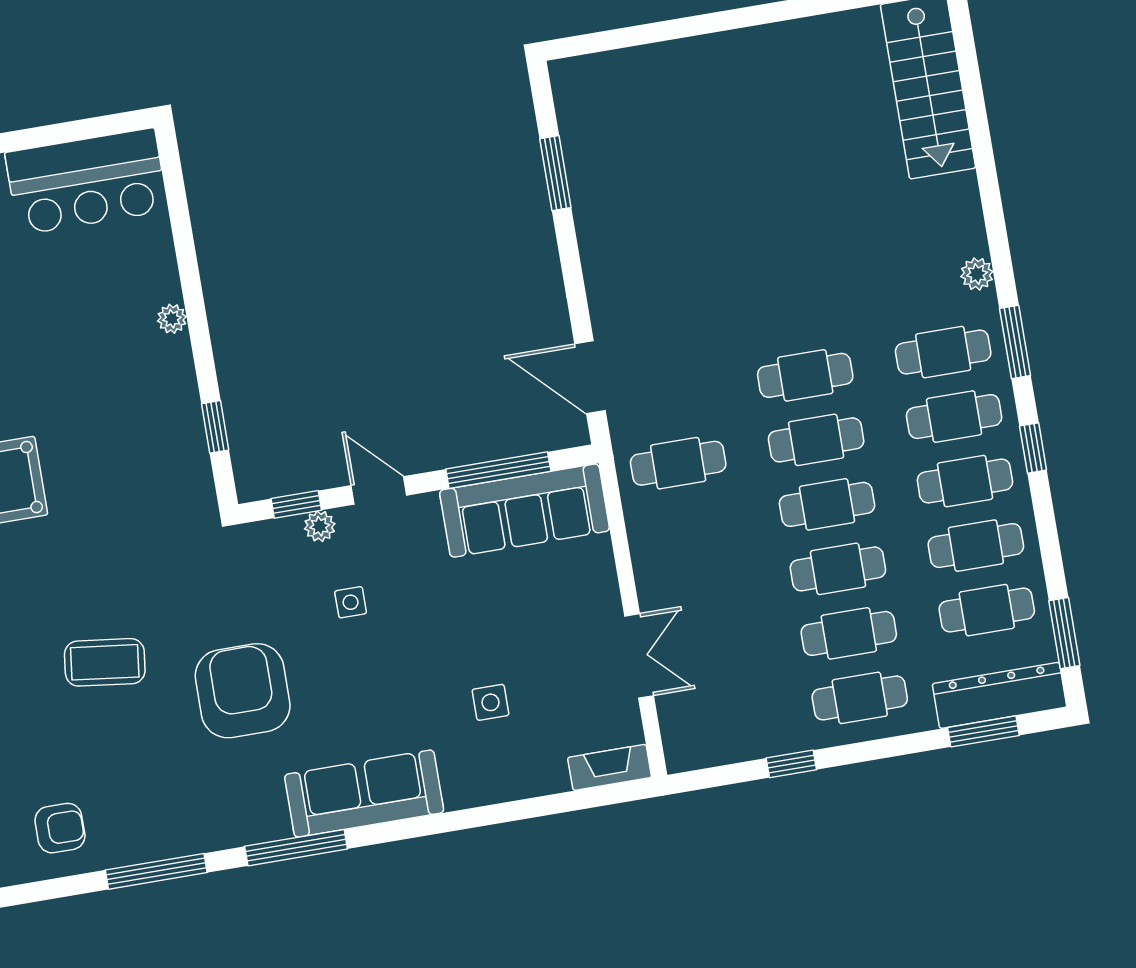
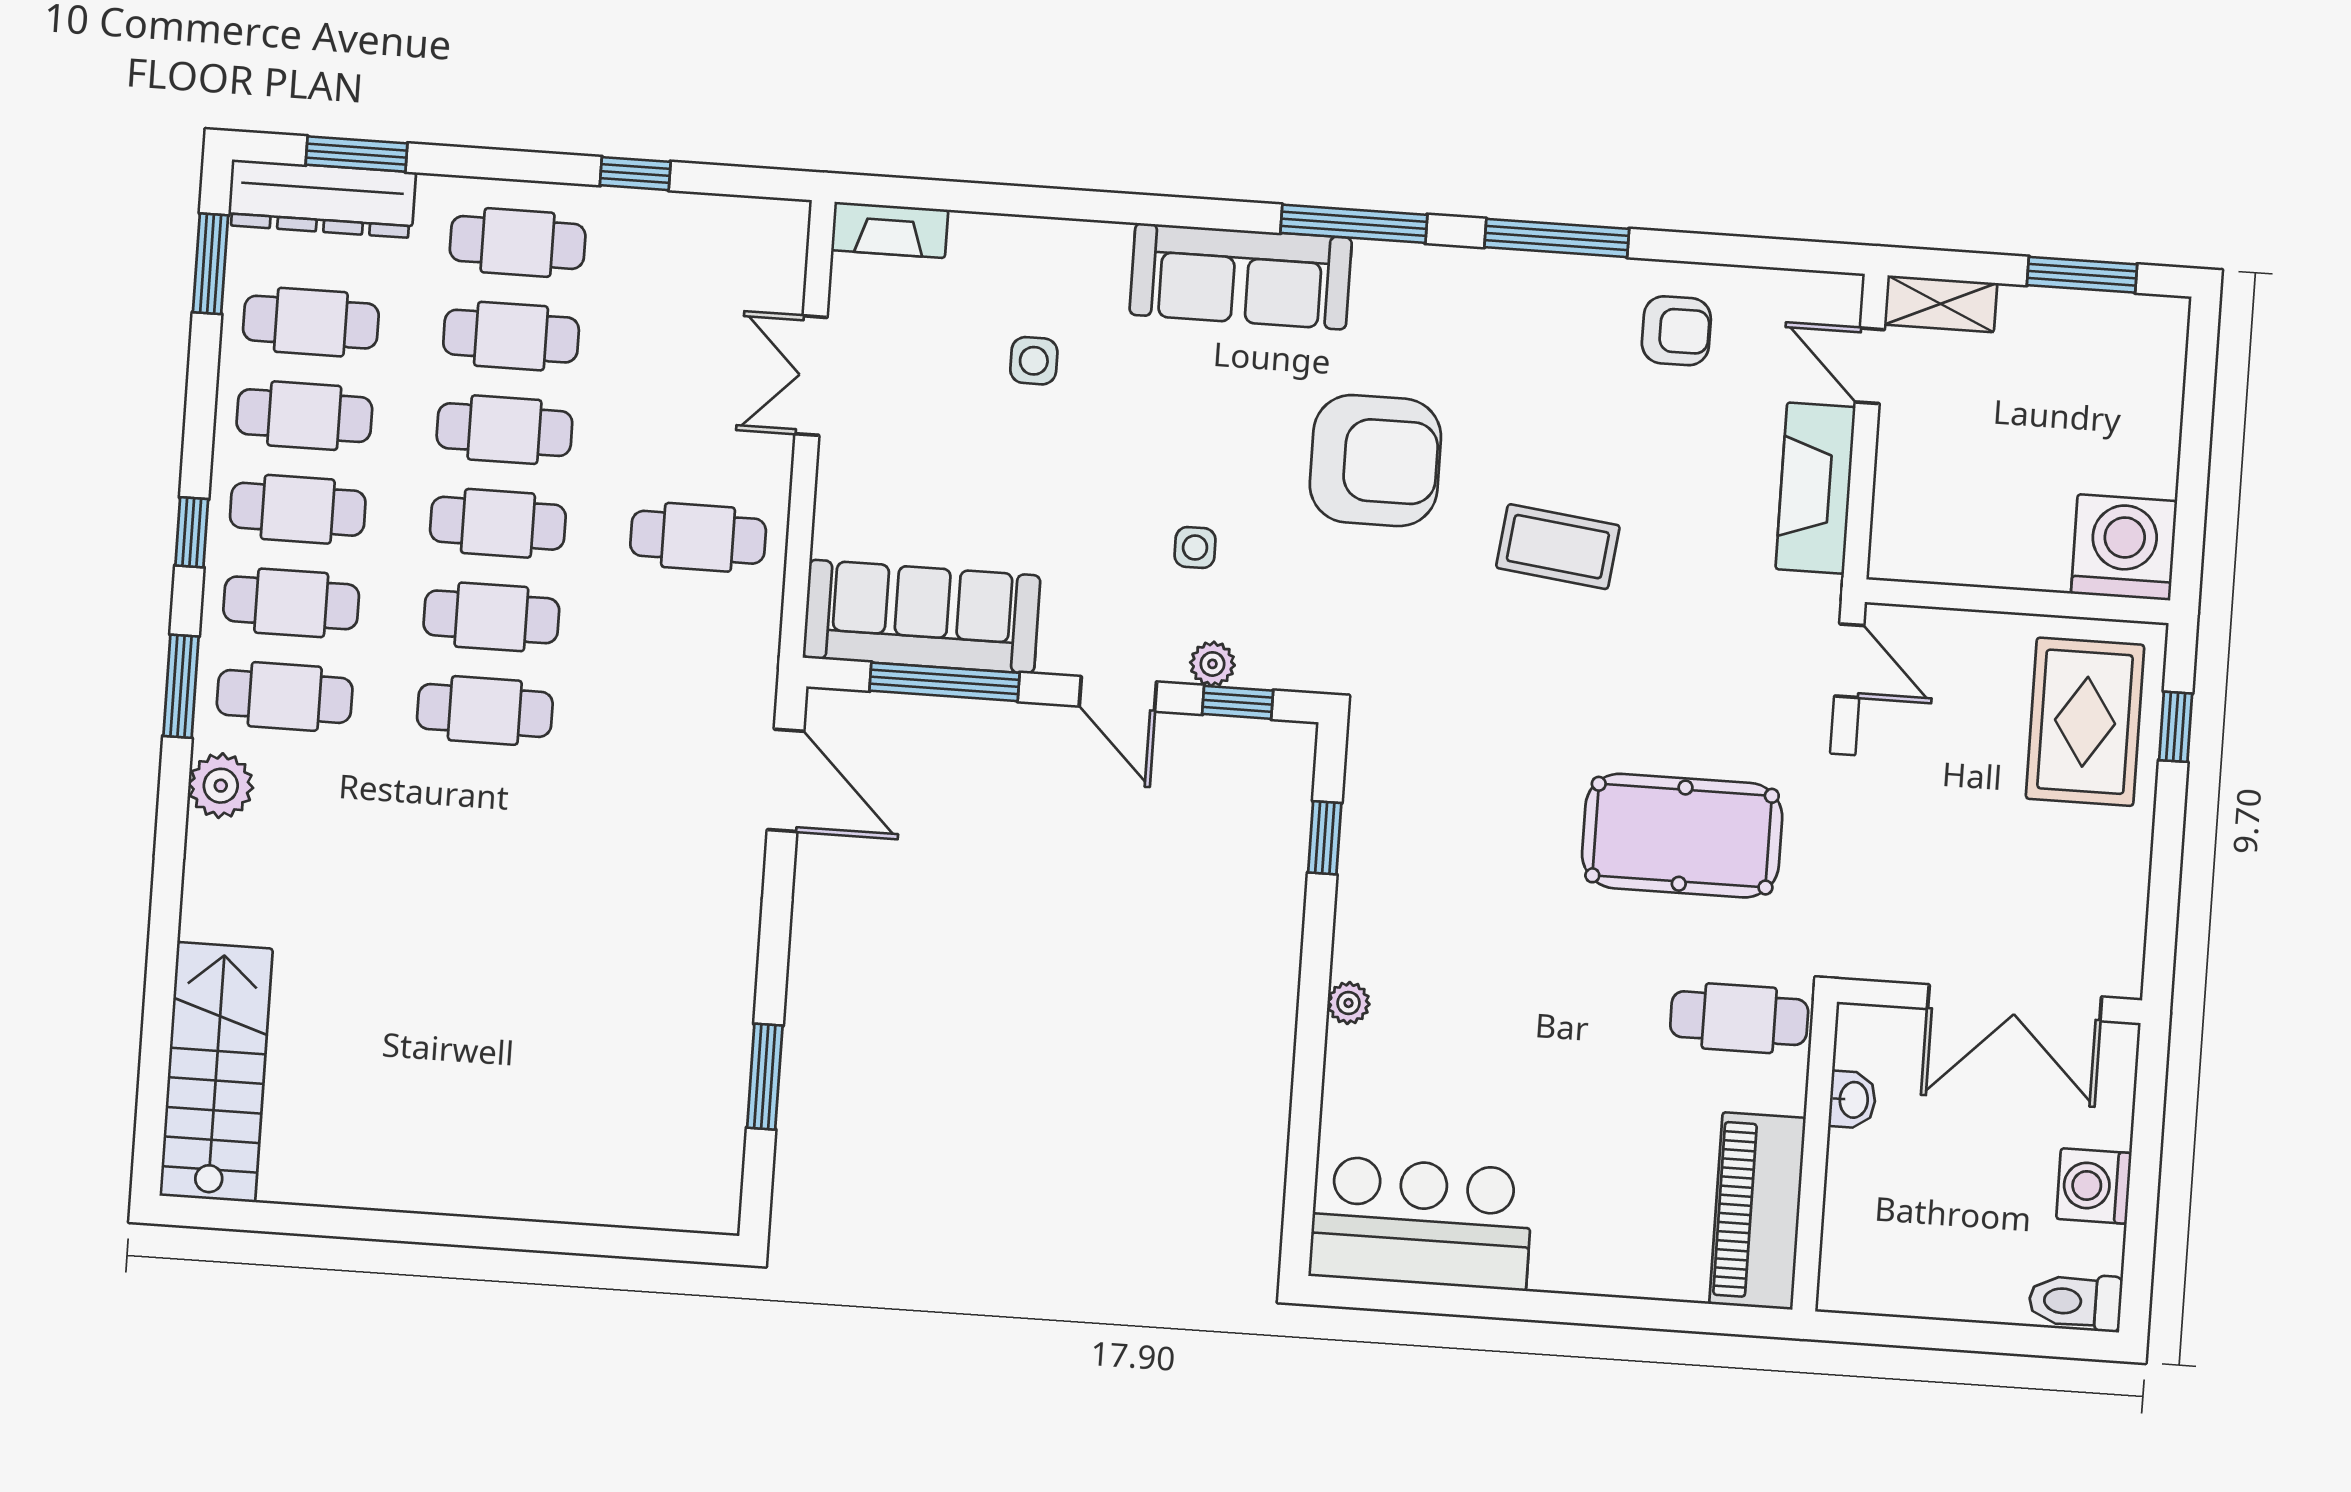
plant: (977, 274) -> (221, 786), width x1.38, depth x1.38
cafe table: (678, 463) -> (698, 537), moved
armchair: (243, 691) -> (1375, 461), turned -90
armchair: (60, 828) -> (1676, 331), turned 180

